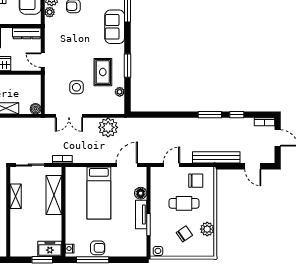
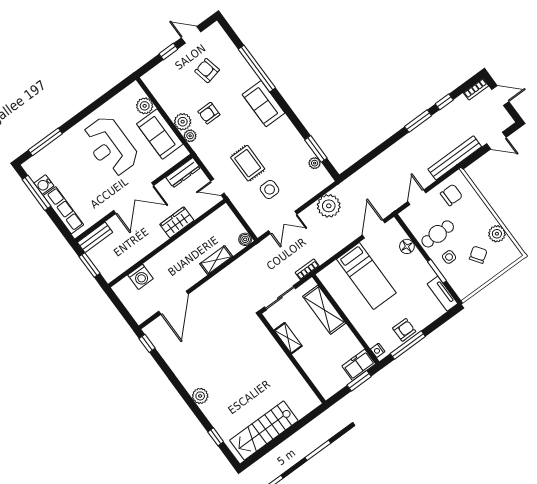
window: (128, 66) -> (316, 149), moved
rug: (103, 72) -> (248, 163), moved
cafe table: (184, 203) -> (438, 234), moved
tv unit: (141, 215) -> (442, 294), moved
side table: (158, 251) -> (449, 257), moved

